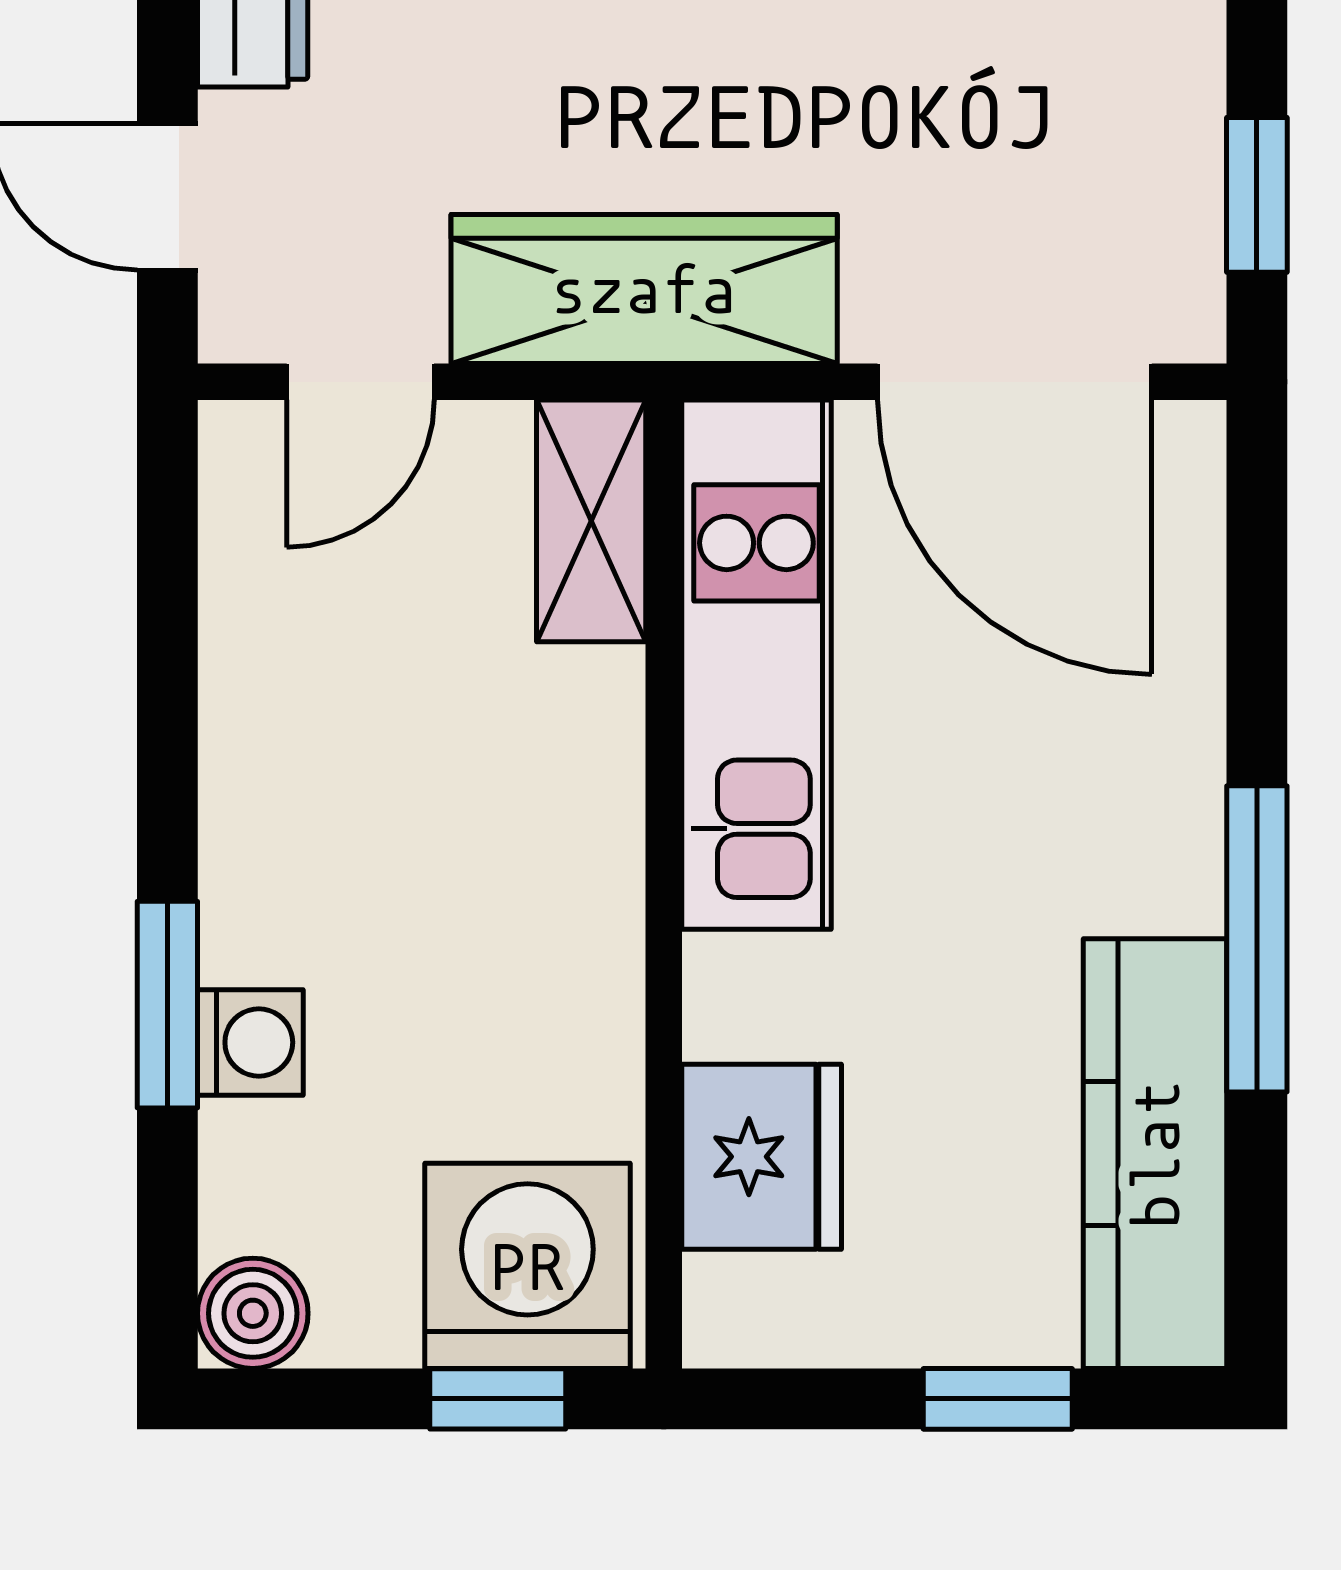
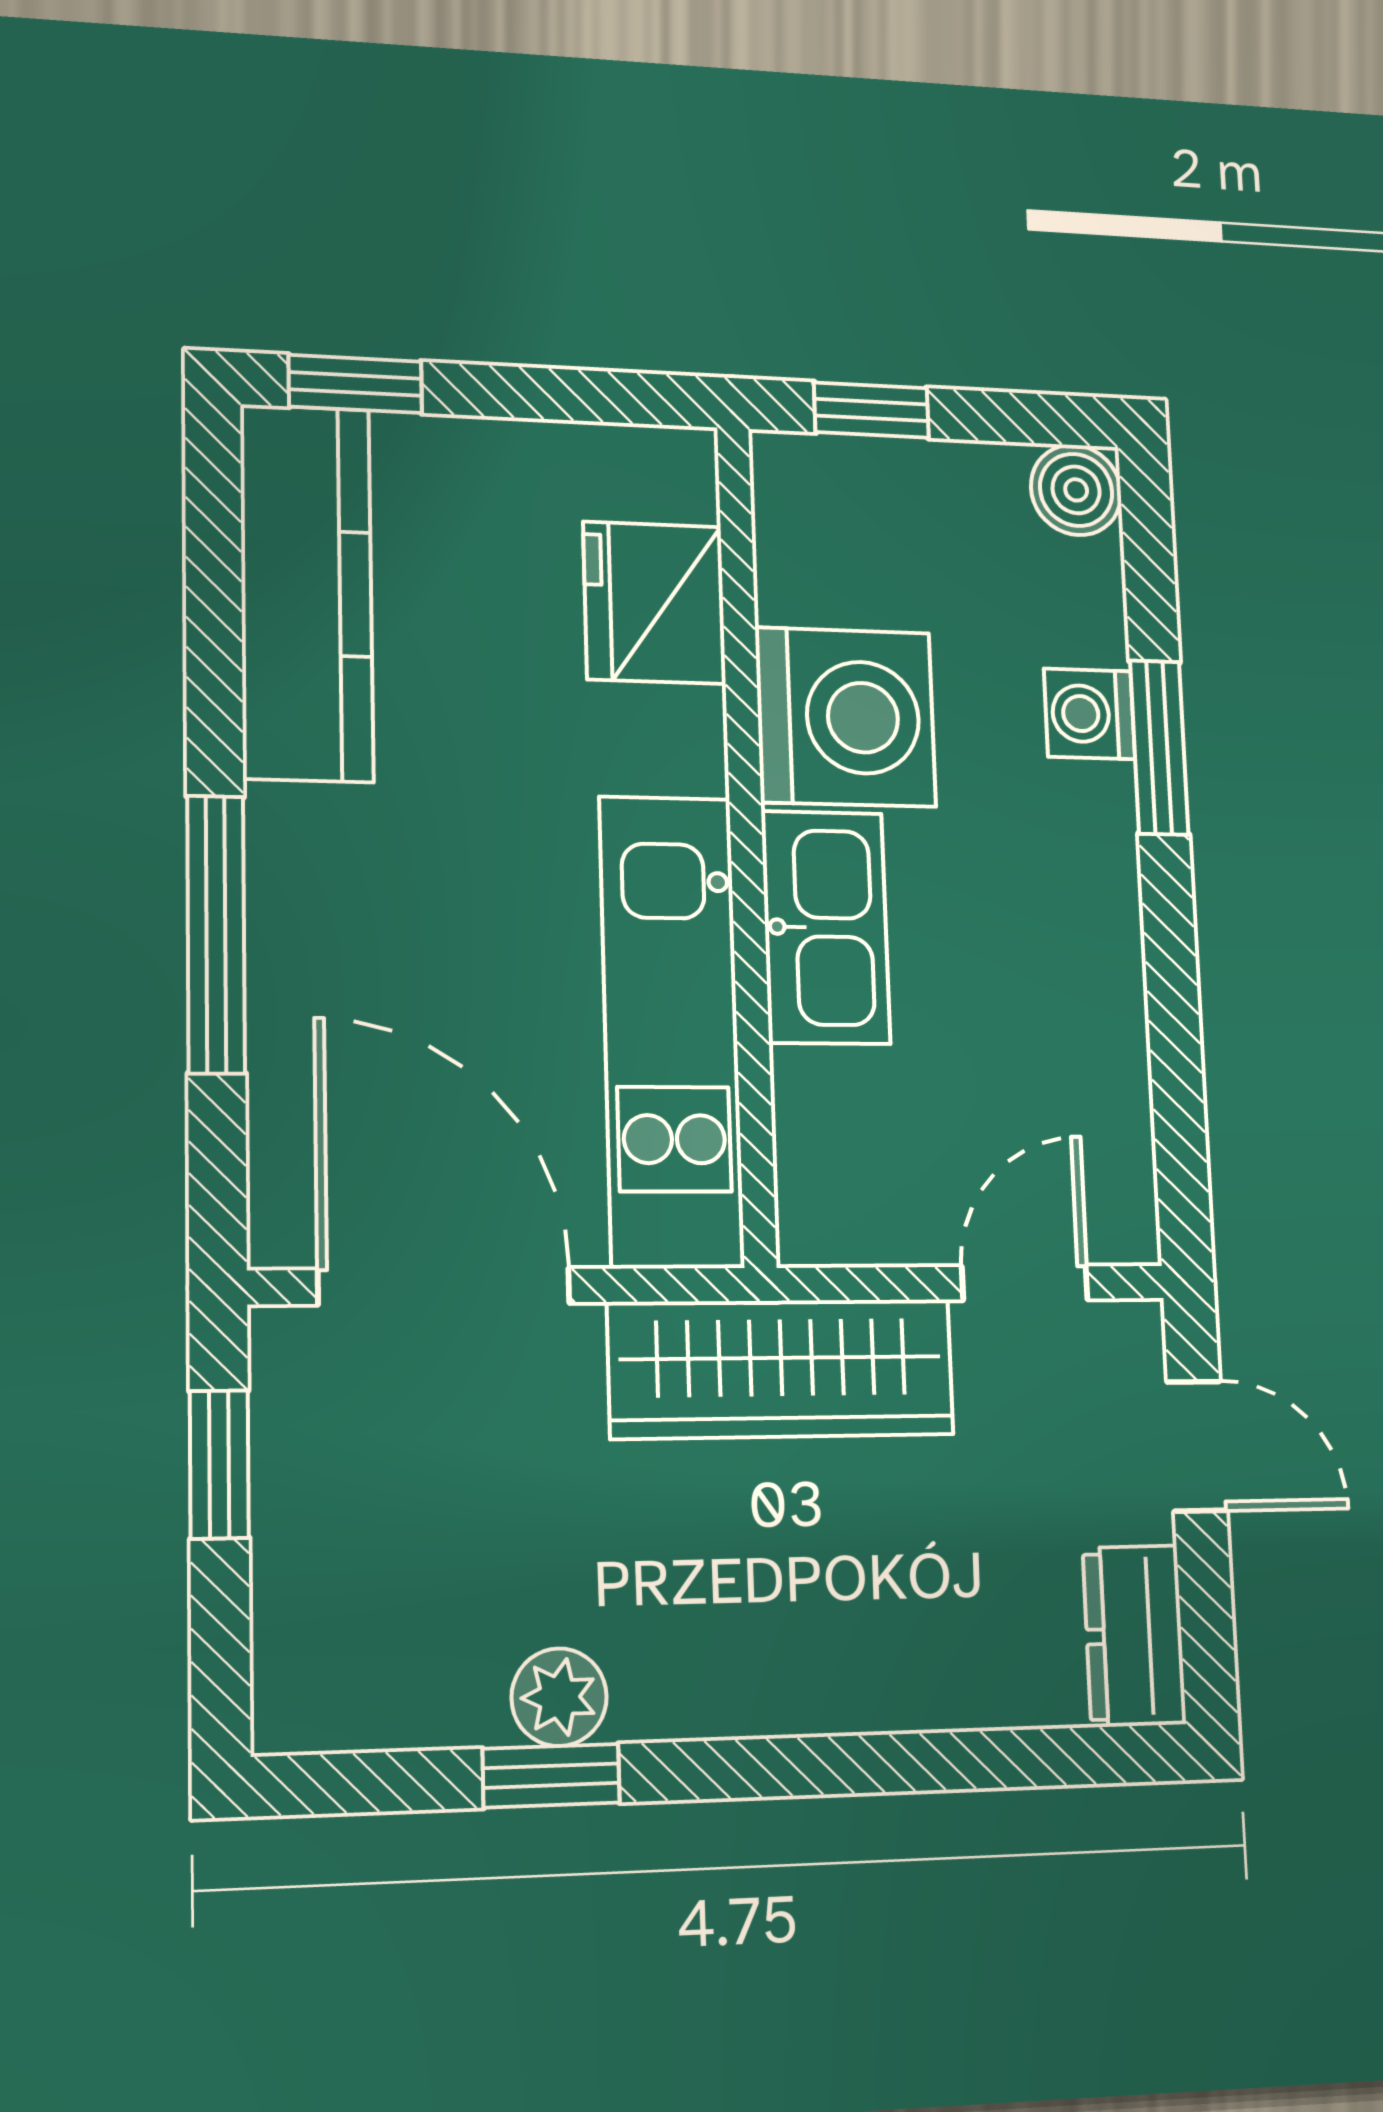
shelving: (591, 521) -> (821, 1159), removed
kitchen sink: (575, 784) -> (826, 927), added
window: (1257, 939) -> (216, 934), moved
washing machine: (527, 1266) -> (846, 717), moved, turned -90
window: (998, 1399) -> (355, 384), moved

